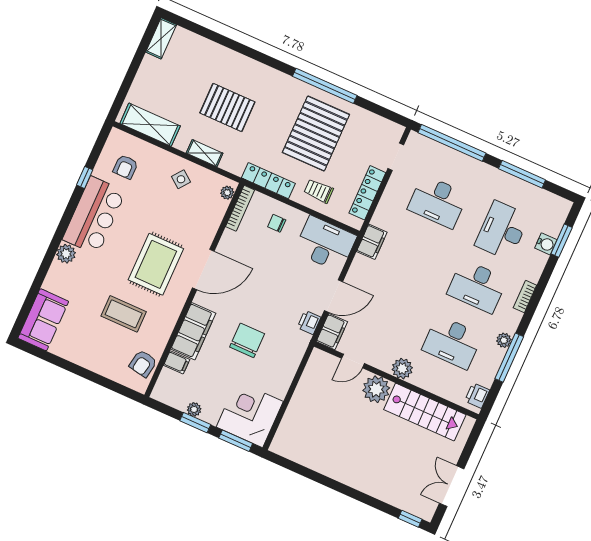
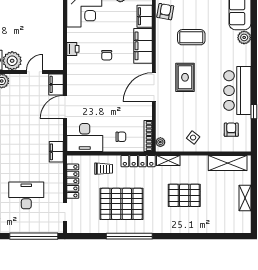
shelving: (161, 38) -> (245, 198), moved
pallet: (316, 133) -> (121, 204), turned 90
shelving: (205, 153) -> (168, 160), moved
plant: (66, 254) -> (244, 37), moved
rug: (156, 264) -> (185, 77), width x0.73, depth x0.70
printer: (309, 322) -> (73, 49), moved
chair: (247, 340) -> (107, 55), width x0.54, depth x0.54
filing cabinet: (177, 362) -> (145, 16), width x2.00

